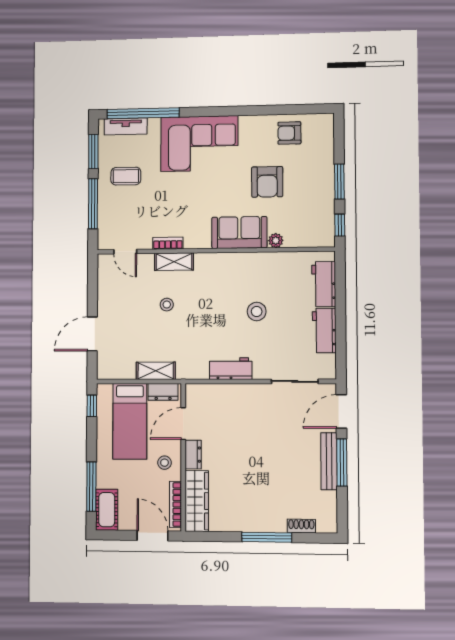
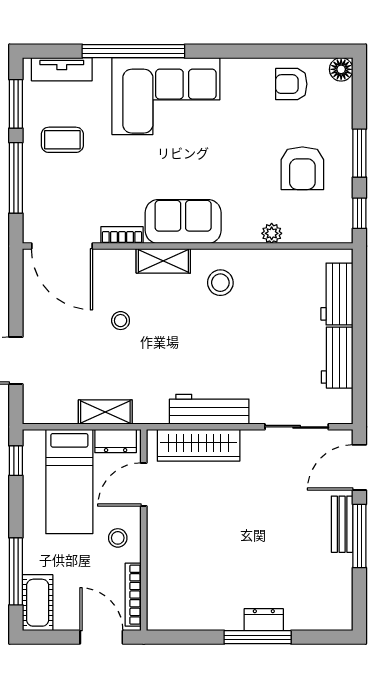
window: (143, 113) -> (133, 51), moved
floor lamp: (326, 122) -> (341, 69), added
armchair: (267, 182) -> (302, 168), moved
sofa: (239, 232) -> (183, 222), moved
door: (125, 252) -> (62, 246), width x1.88
shelving: (174, 262) -> (163, 261), moved
stool: (257, 311) -> (220, 283), moved
workbench: (231, 369) -> (209, 409), width x1.38
dresser: (193, 455) -> (264, 620), moved, turned -90
bench: (329, 461) -> (342, 524), width x0.73
wardrobe: (197, 501) -> (199, 445), moved, turned 90
shoe rack: (301, 526) -> (304, 622), removed

